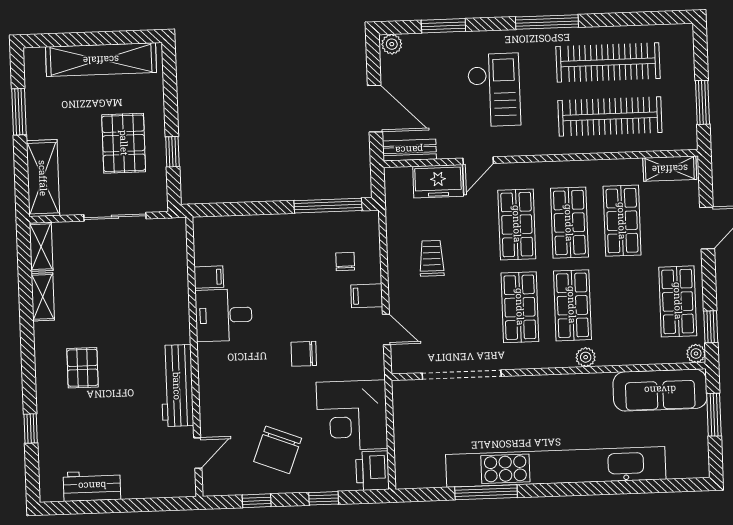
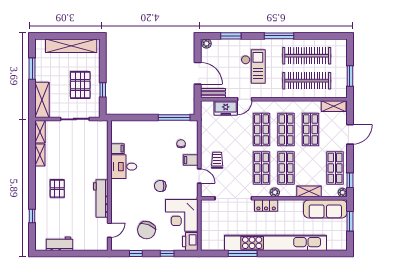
trolley: (432, 258) -> (217, 160), moved
shelving: (623, 354) -> (309, 191), added
plant: (586, 357) -> (275, 192), moved
locker: (533, 388) -> (266, 206), added

